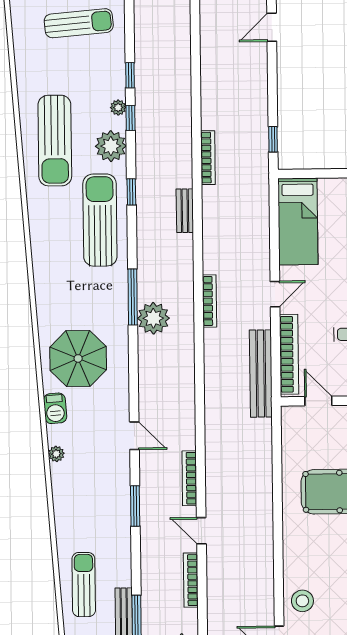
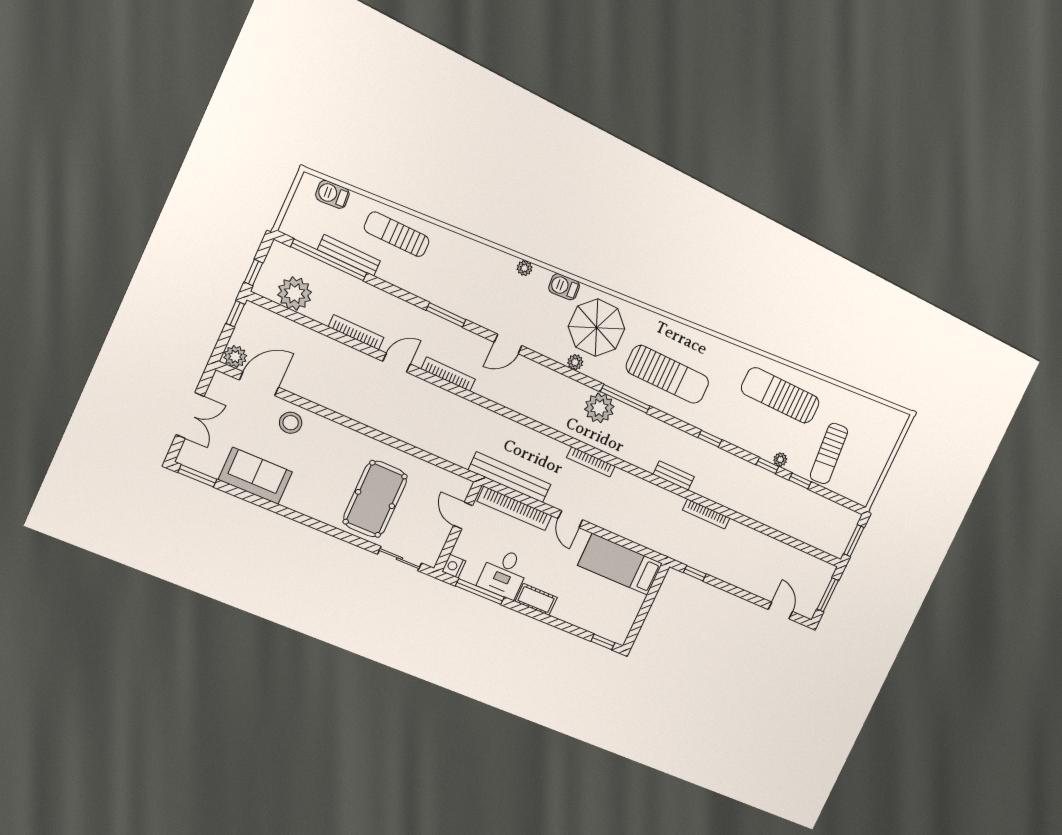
sun lounger: (79, 23) -> (829, 454), moved
plant: (111, 146) -> (575, 362), moved, width x0.53, depth x0.53
sun lounger: (100, 220) -> (668, 374), moved
door: (318, 401) -> (463, 516), swing flipped
sun lounger: (84, 585) -> (397, 234), turned 180

